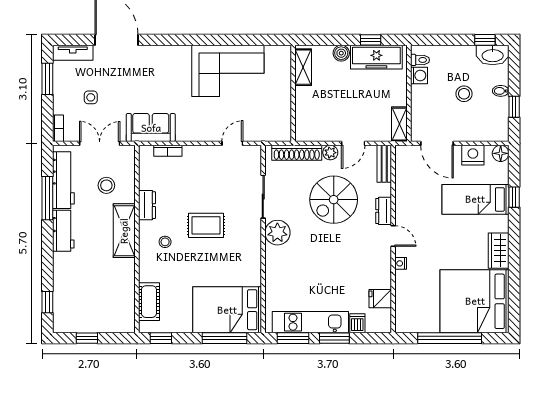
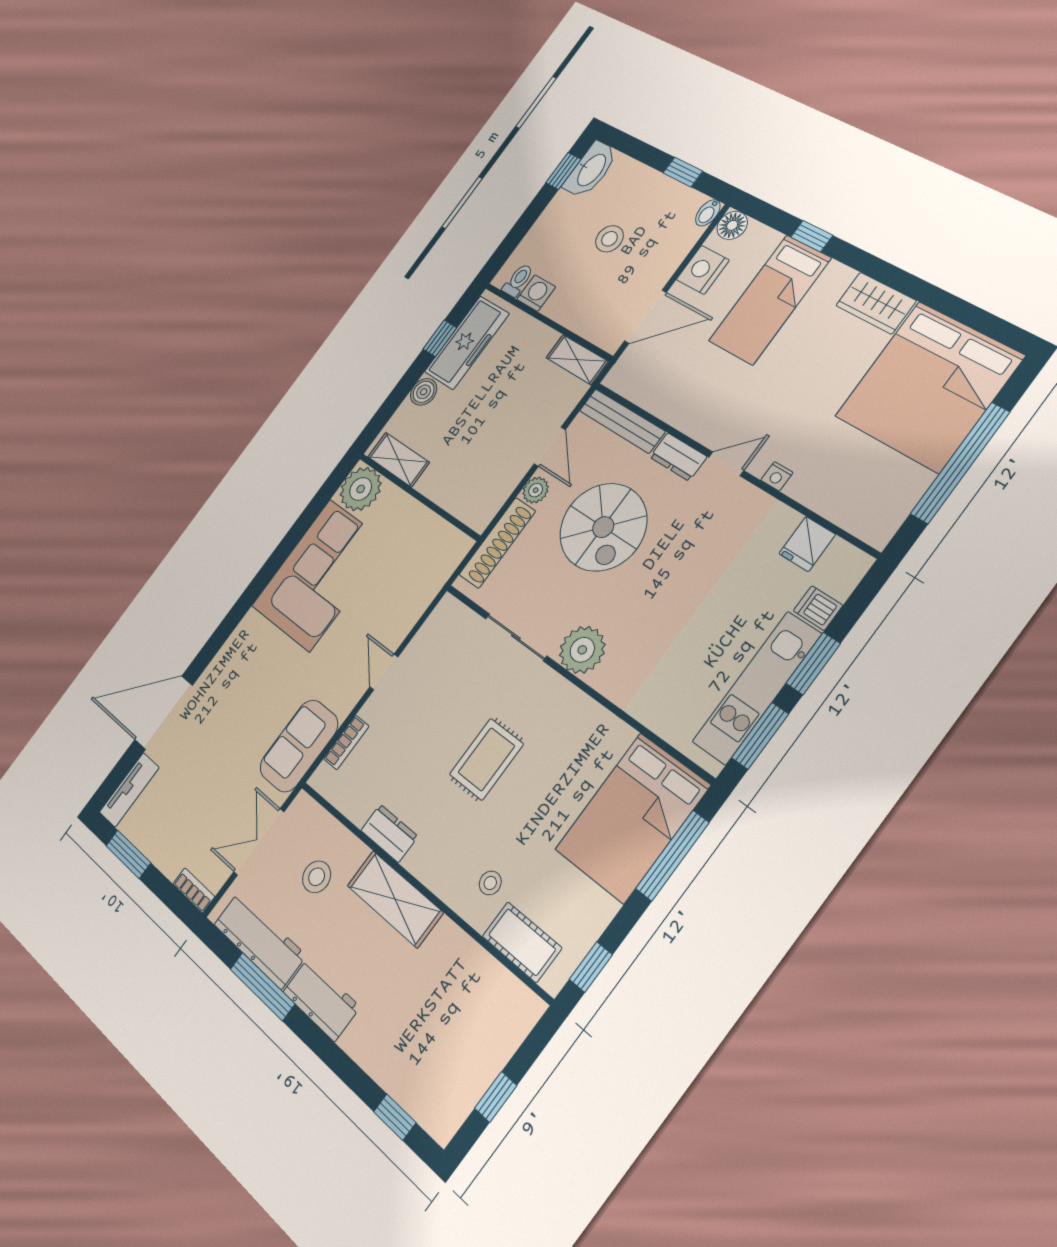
plant: (278, 58) -> (361, 489), added
bidet: (501, 91) -> (708, 213), moved
side table: (91, 97) -> (197, 807), removed
door: (232, 143) -> (384, 672), moved
bench: (384, 164) -> (622, 421), width x1.36
stool: (165, 242) -> (490, 883), moved

